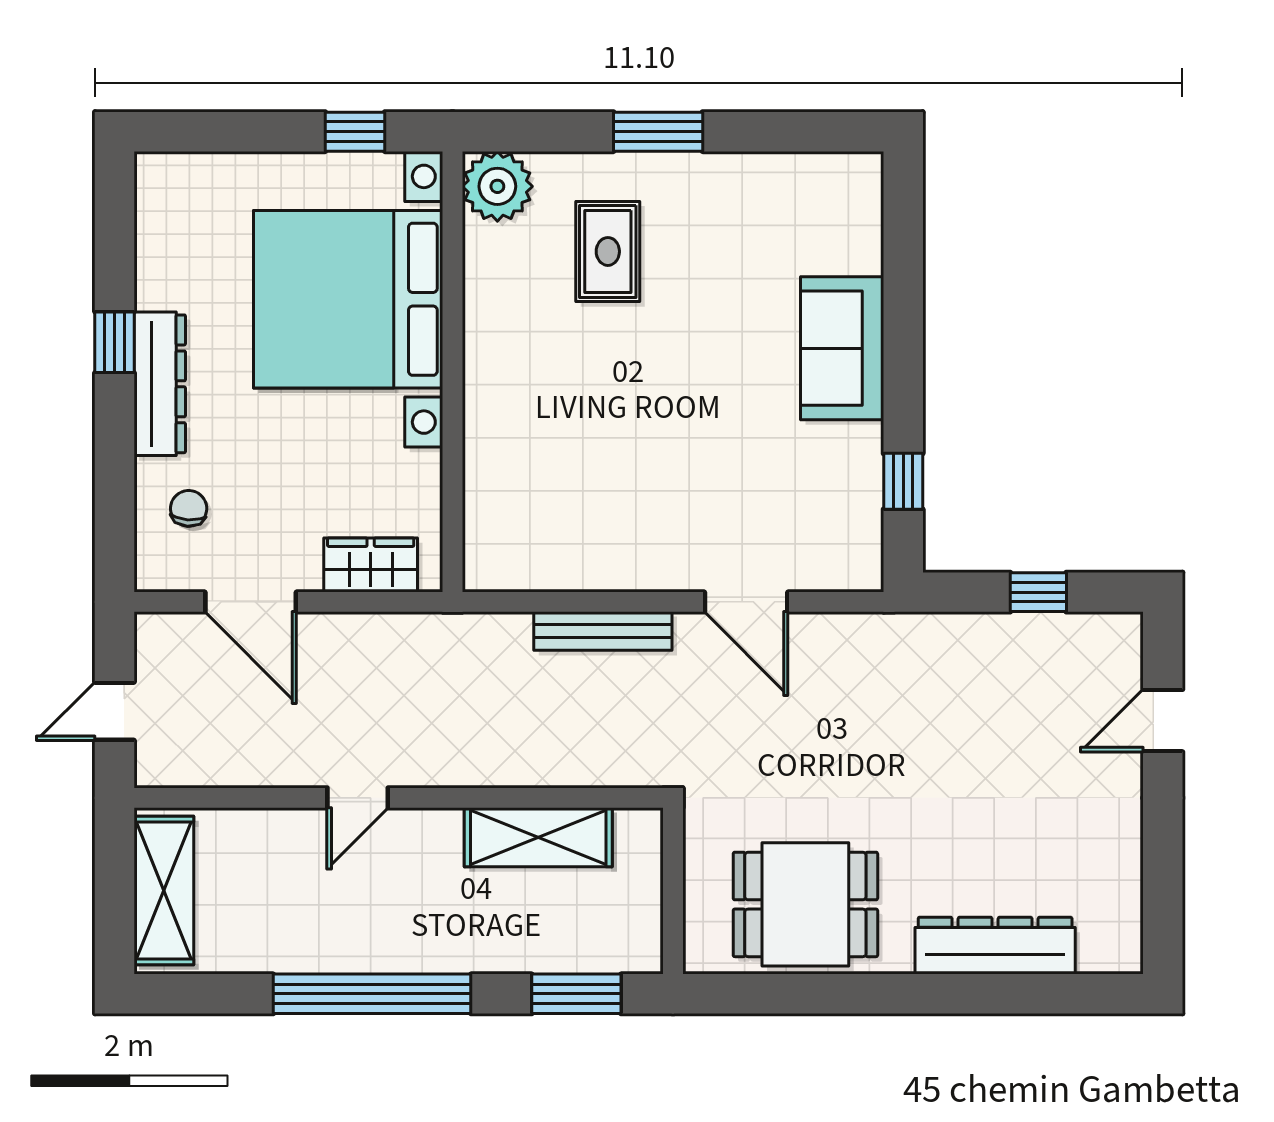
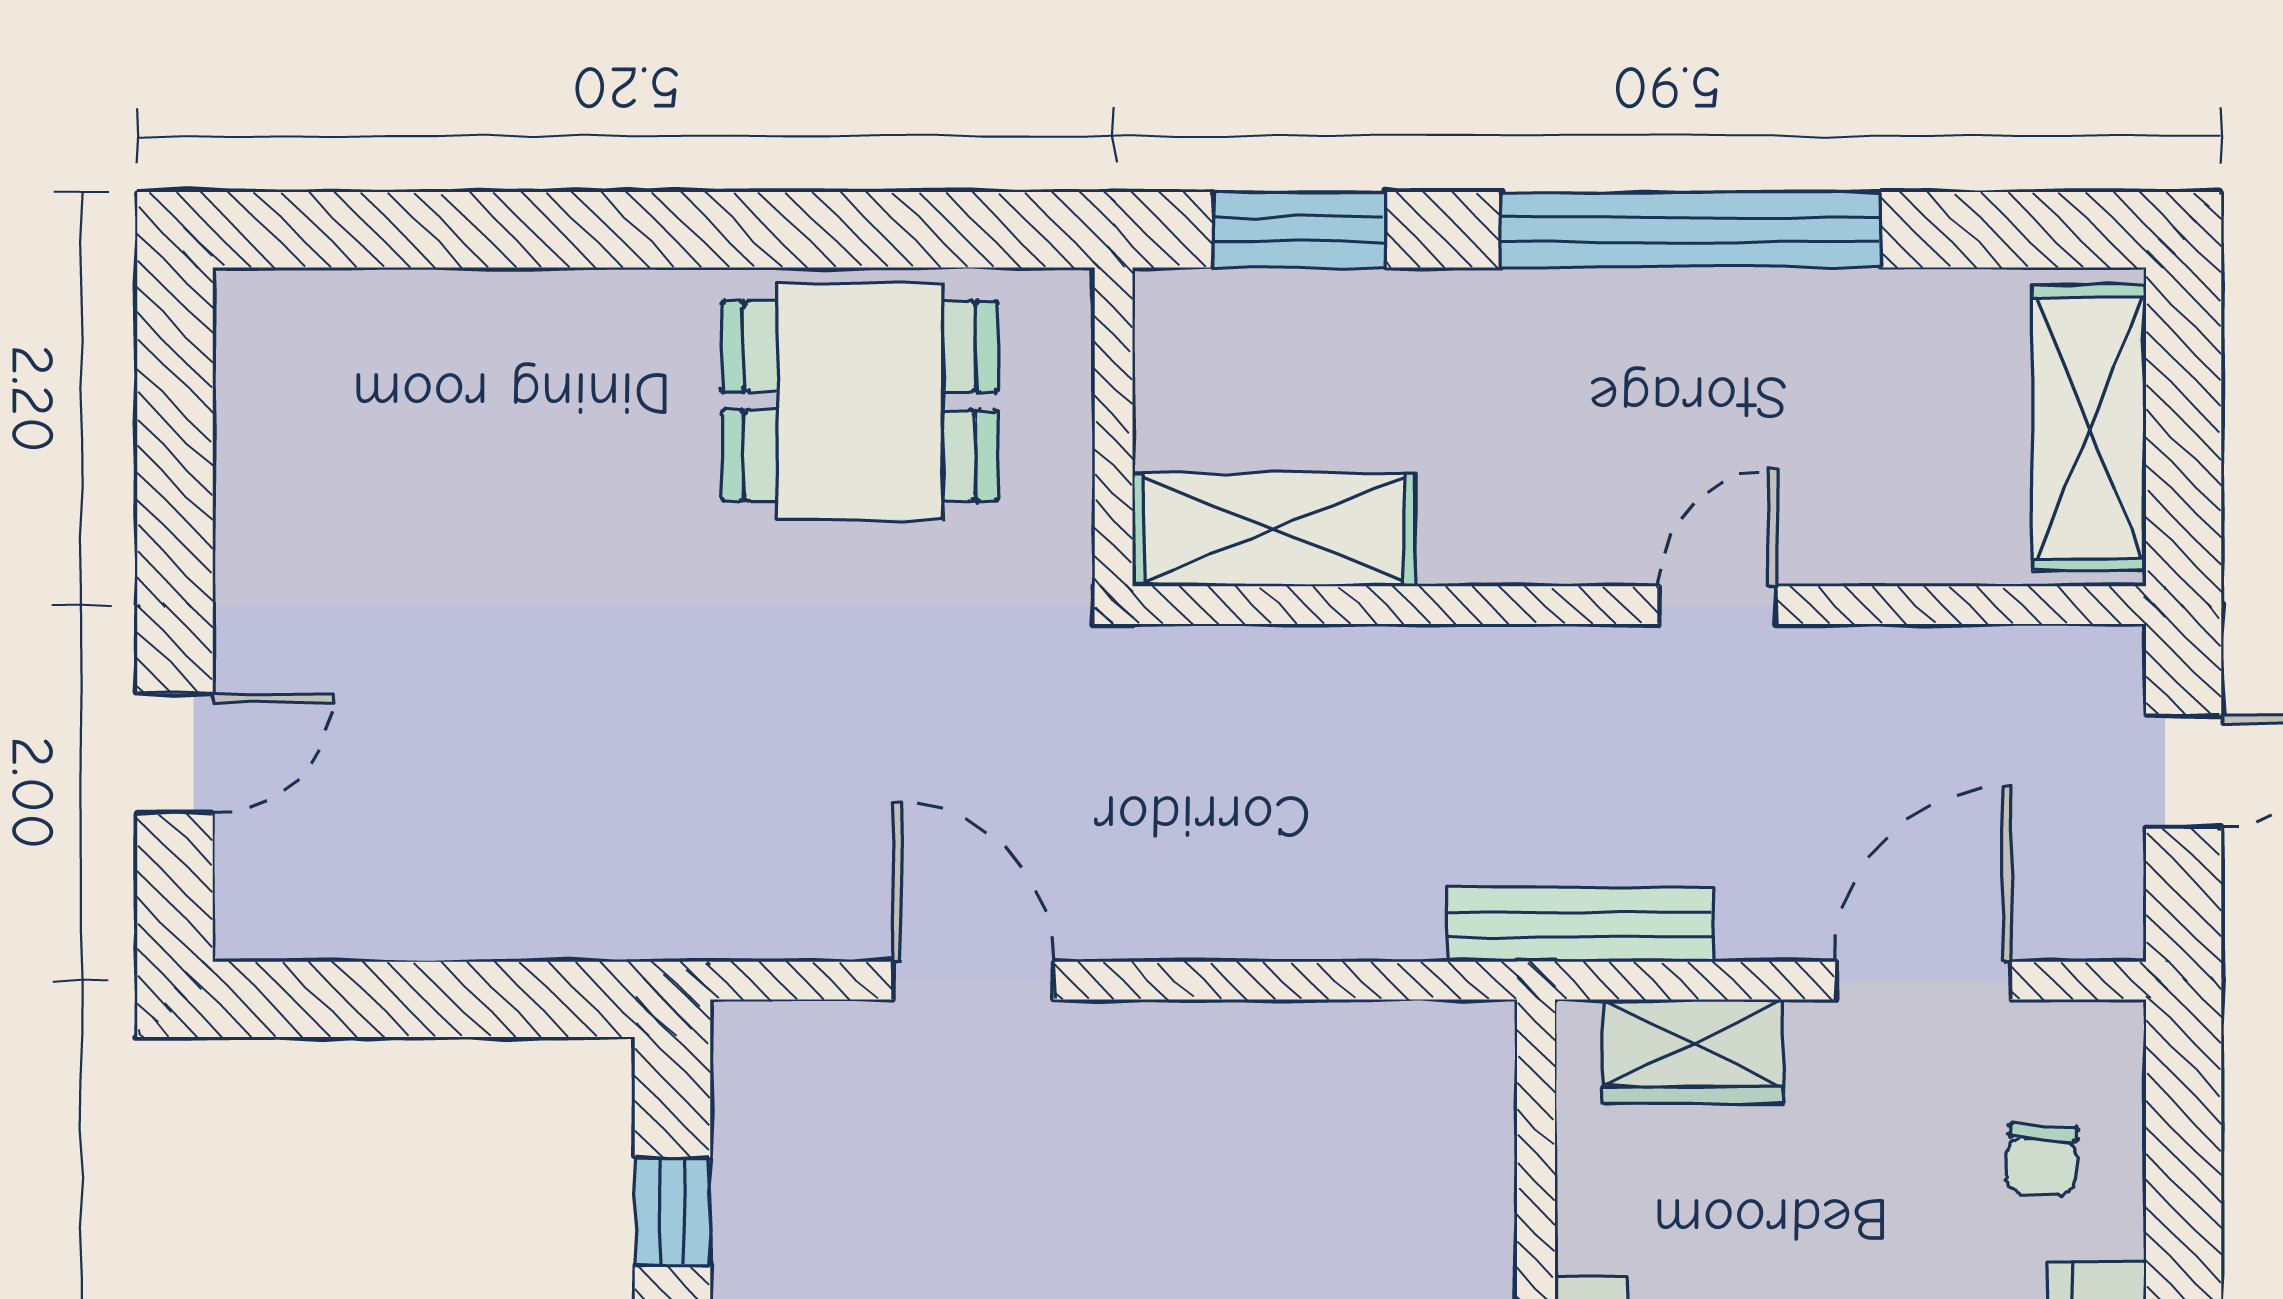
window: (1038, 592) -> (414, 999), removed
door: (251, 602) -> (1923, 981), hinge flipped
bench: (603, 631) -> (1580, 925), moved
shelving: (538, 837) -> (1274, 530), moved
dresser: (995, 946) -> (496, 322), removed

